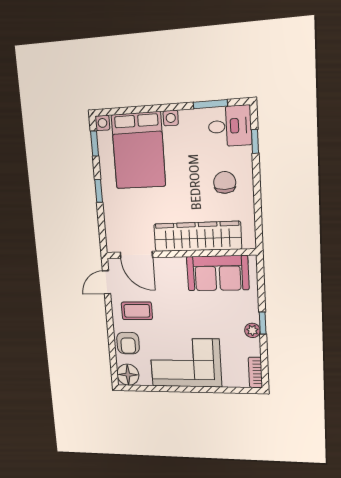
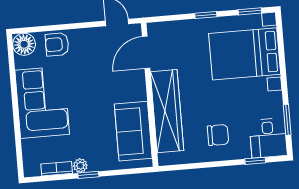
coffee table: (137, 311) -> (91, 53), removed
bookcase: (255, 372) -> (57, 169), moved

